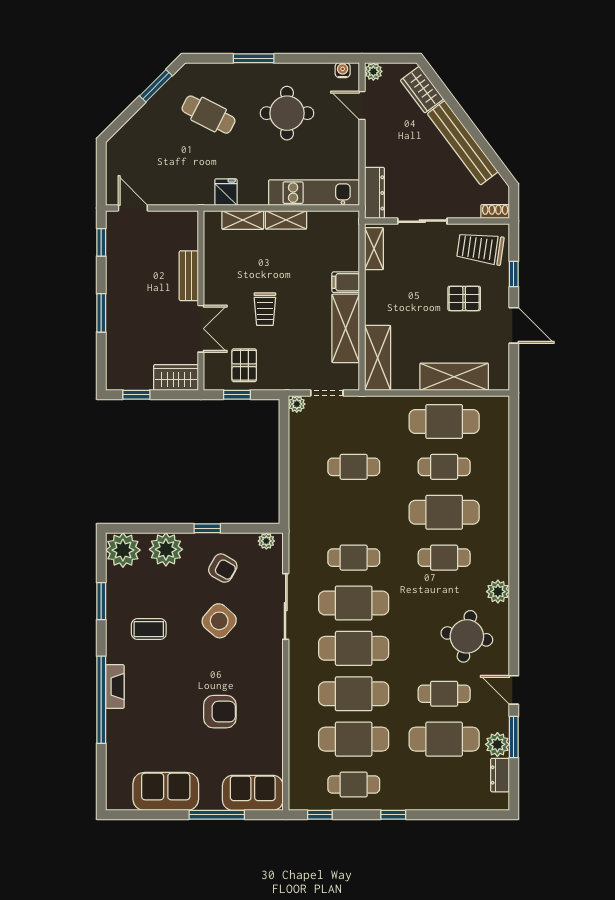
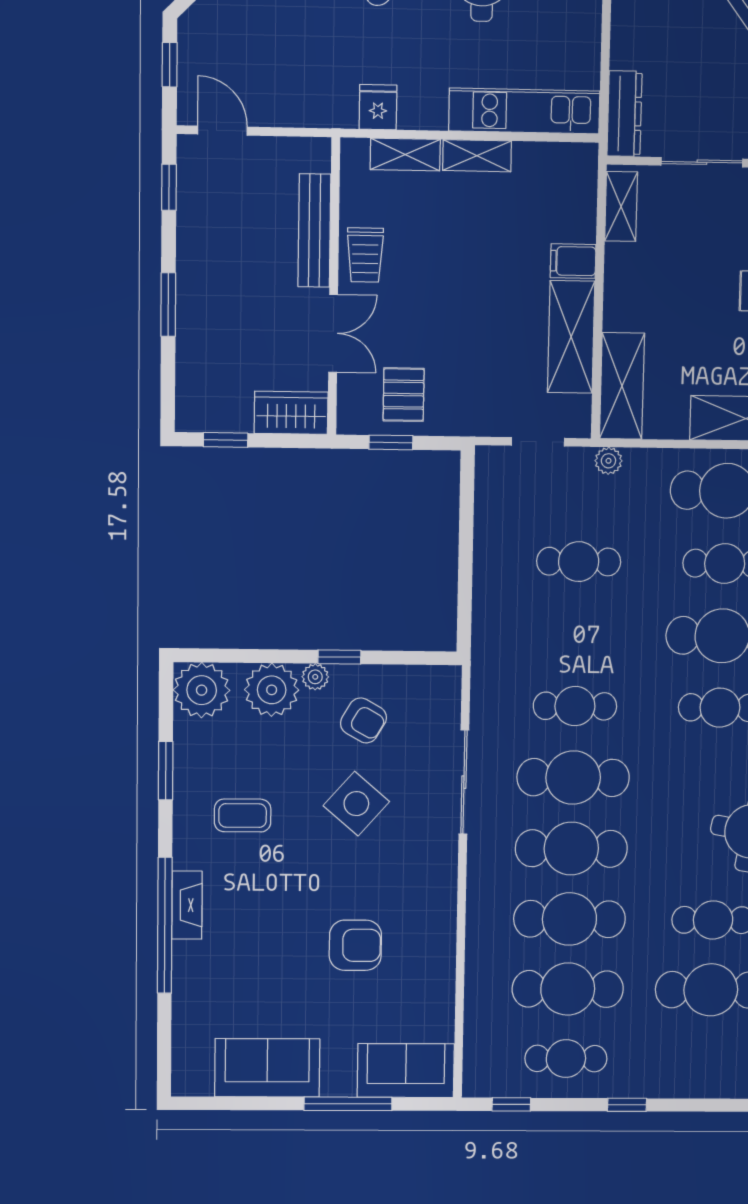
window: (101, 170) -> (170, 65), added
bench: (189, 276) -> (314, 230), width x1.36
trolley: (265, 309) -> (365, 255), moved
plant: (297, 404) -> (608, 461), moved
plant: (266, 541) -> (315, 677), moved

